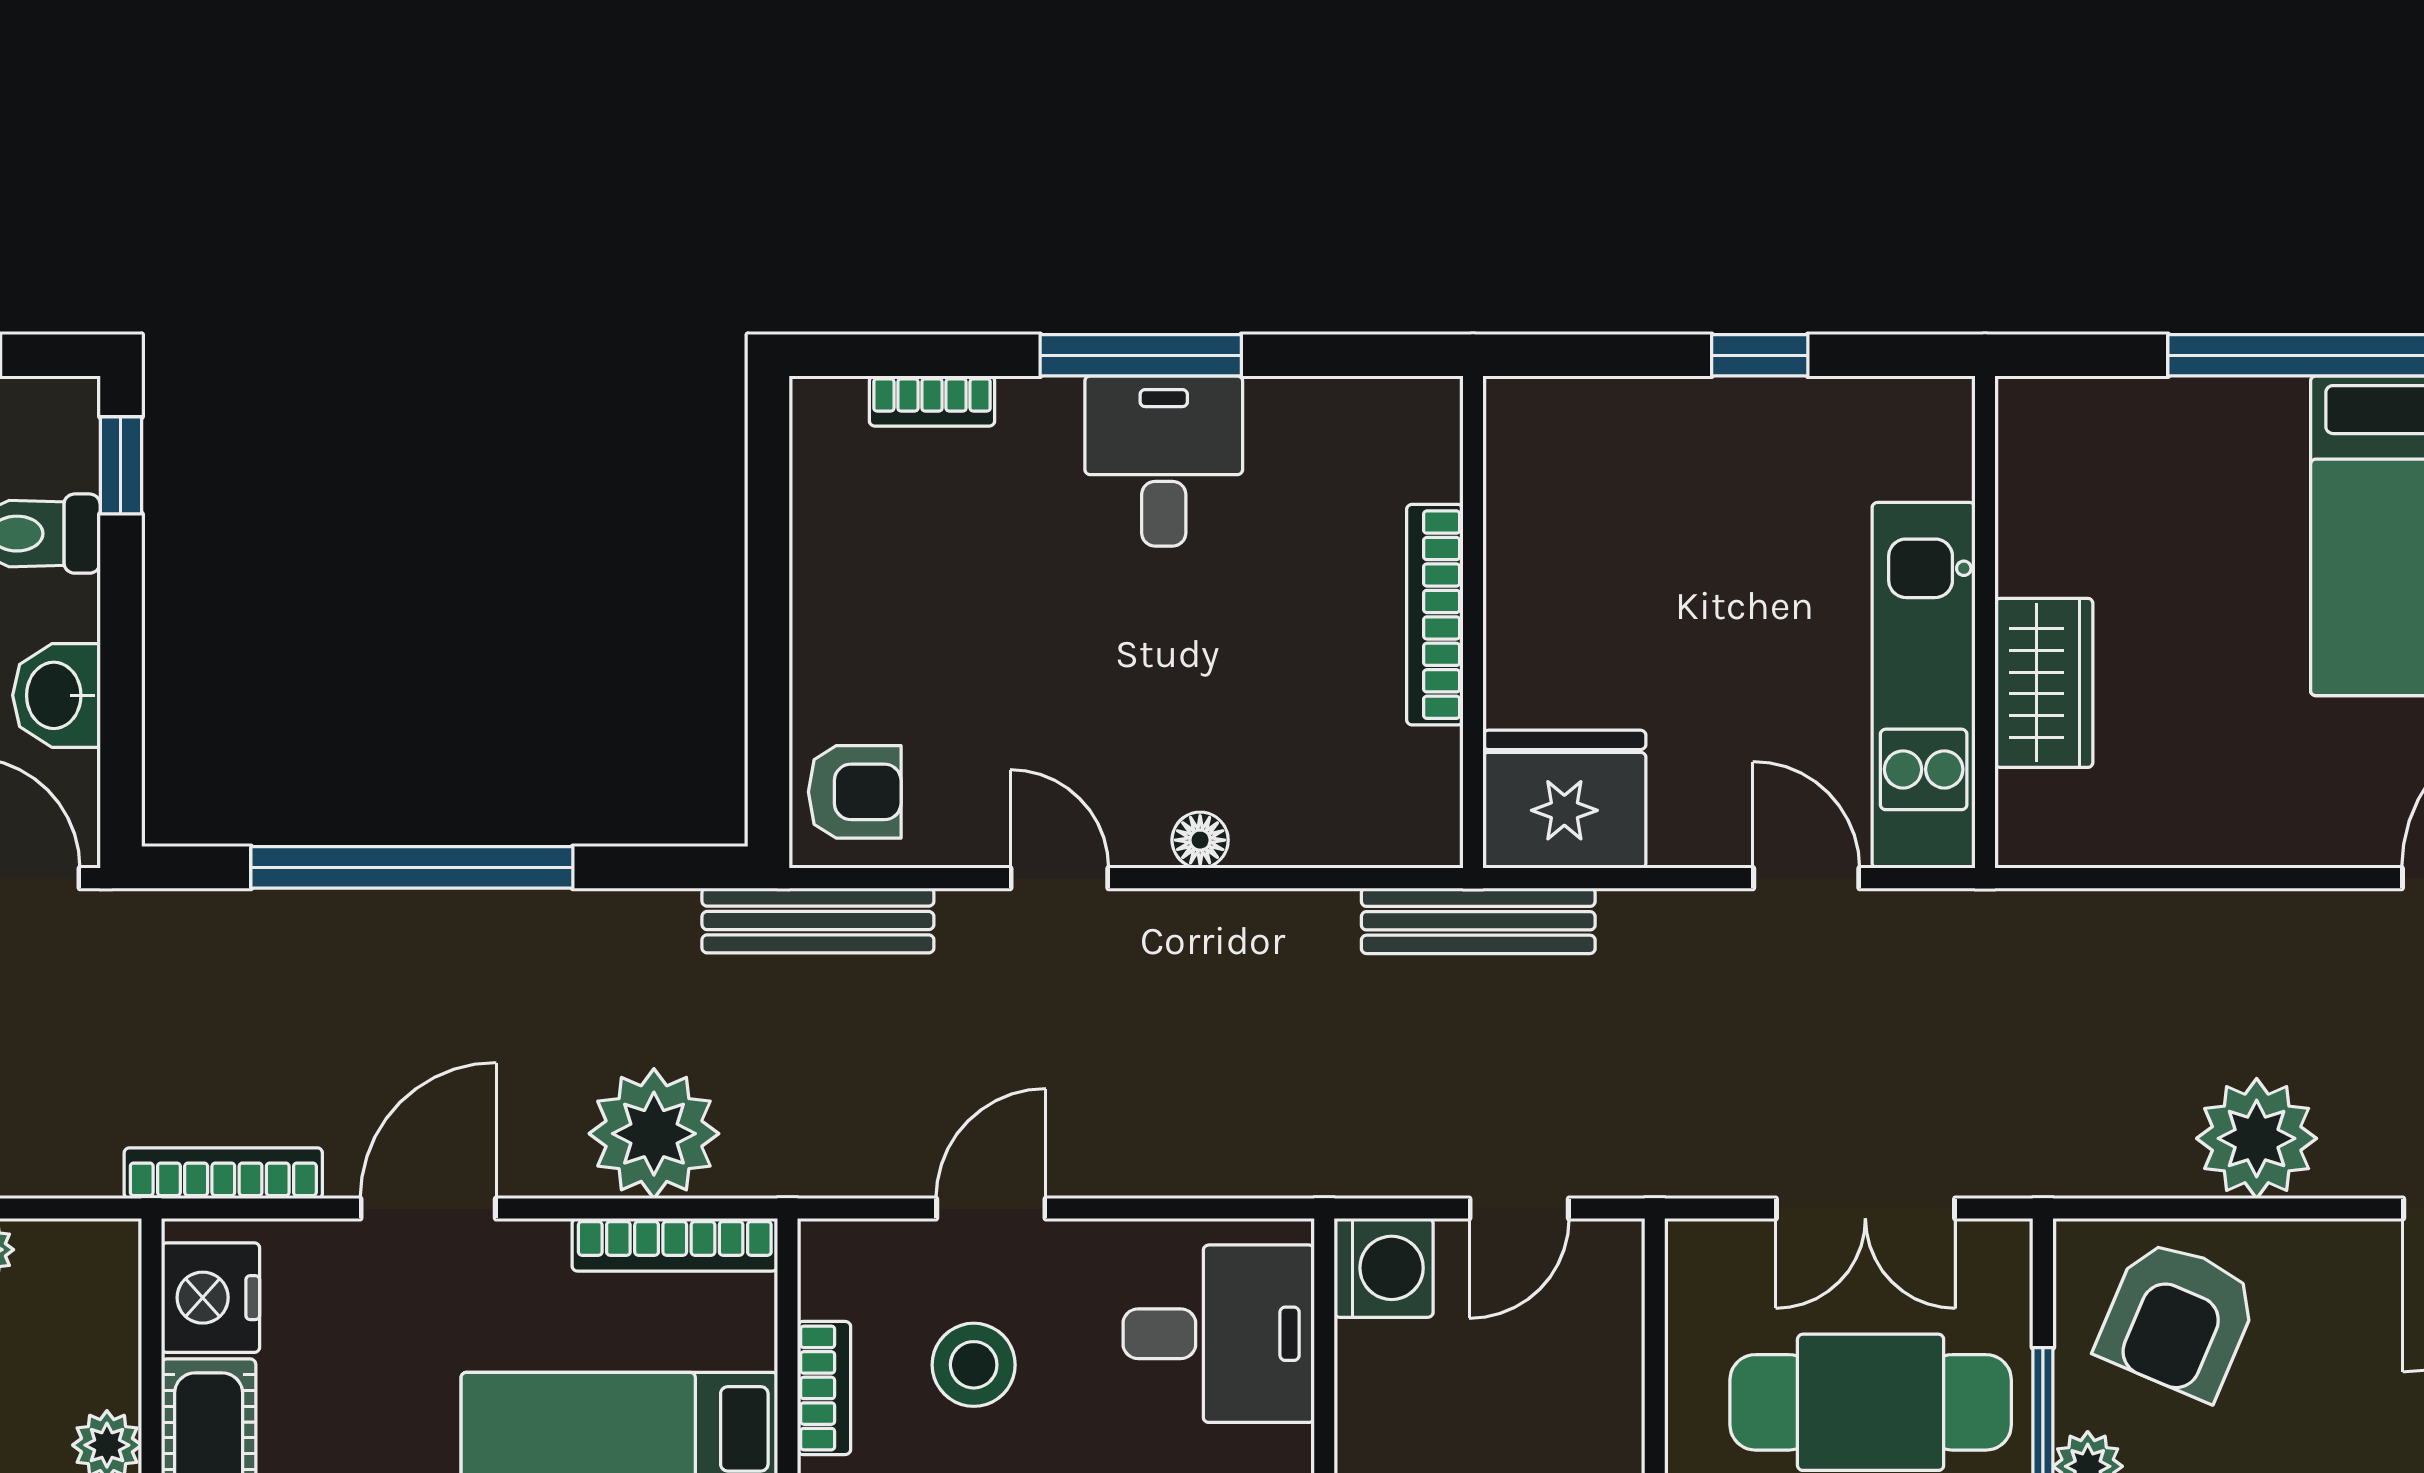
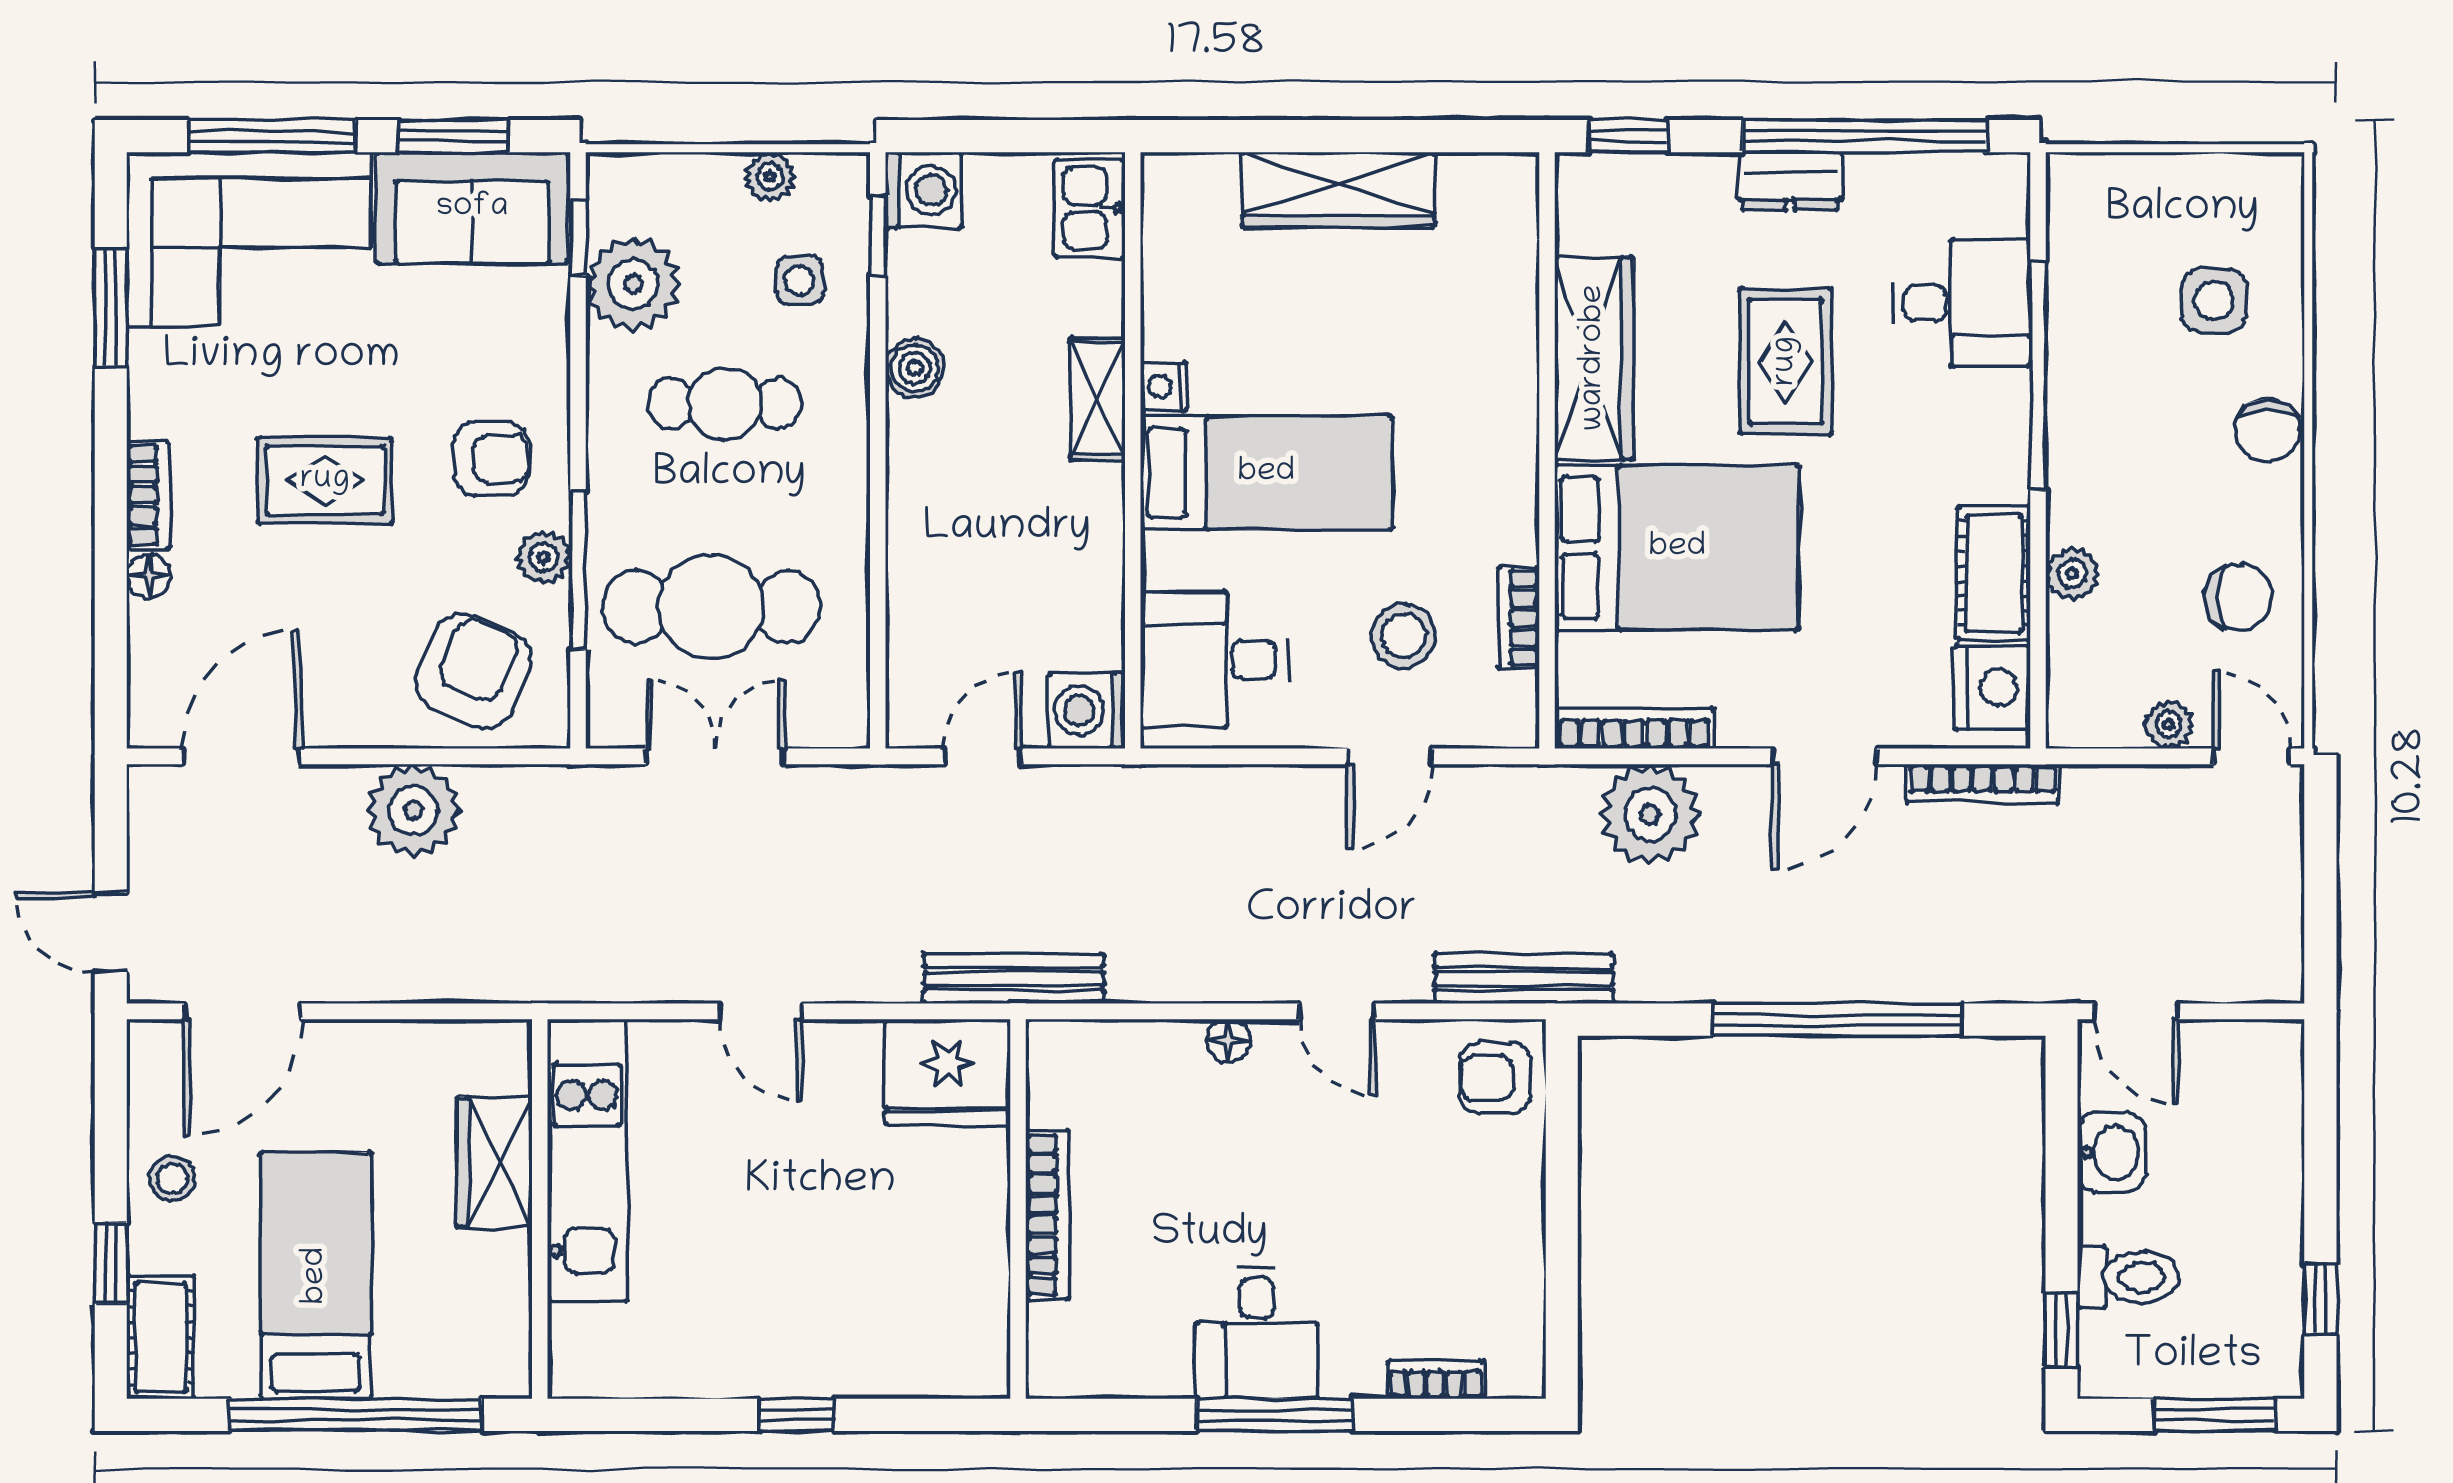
wall: (1985, 622) -> (540, 1209), moved
wardrobe: (2044, 683) -> (494, 1162), moved
kitchen unit: (1924, 685) -> (587, 1160), moved

